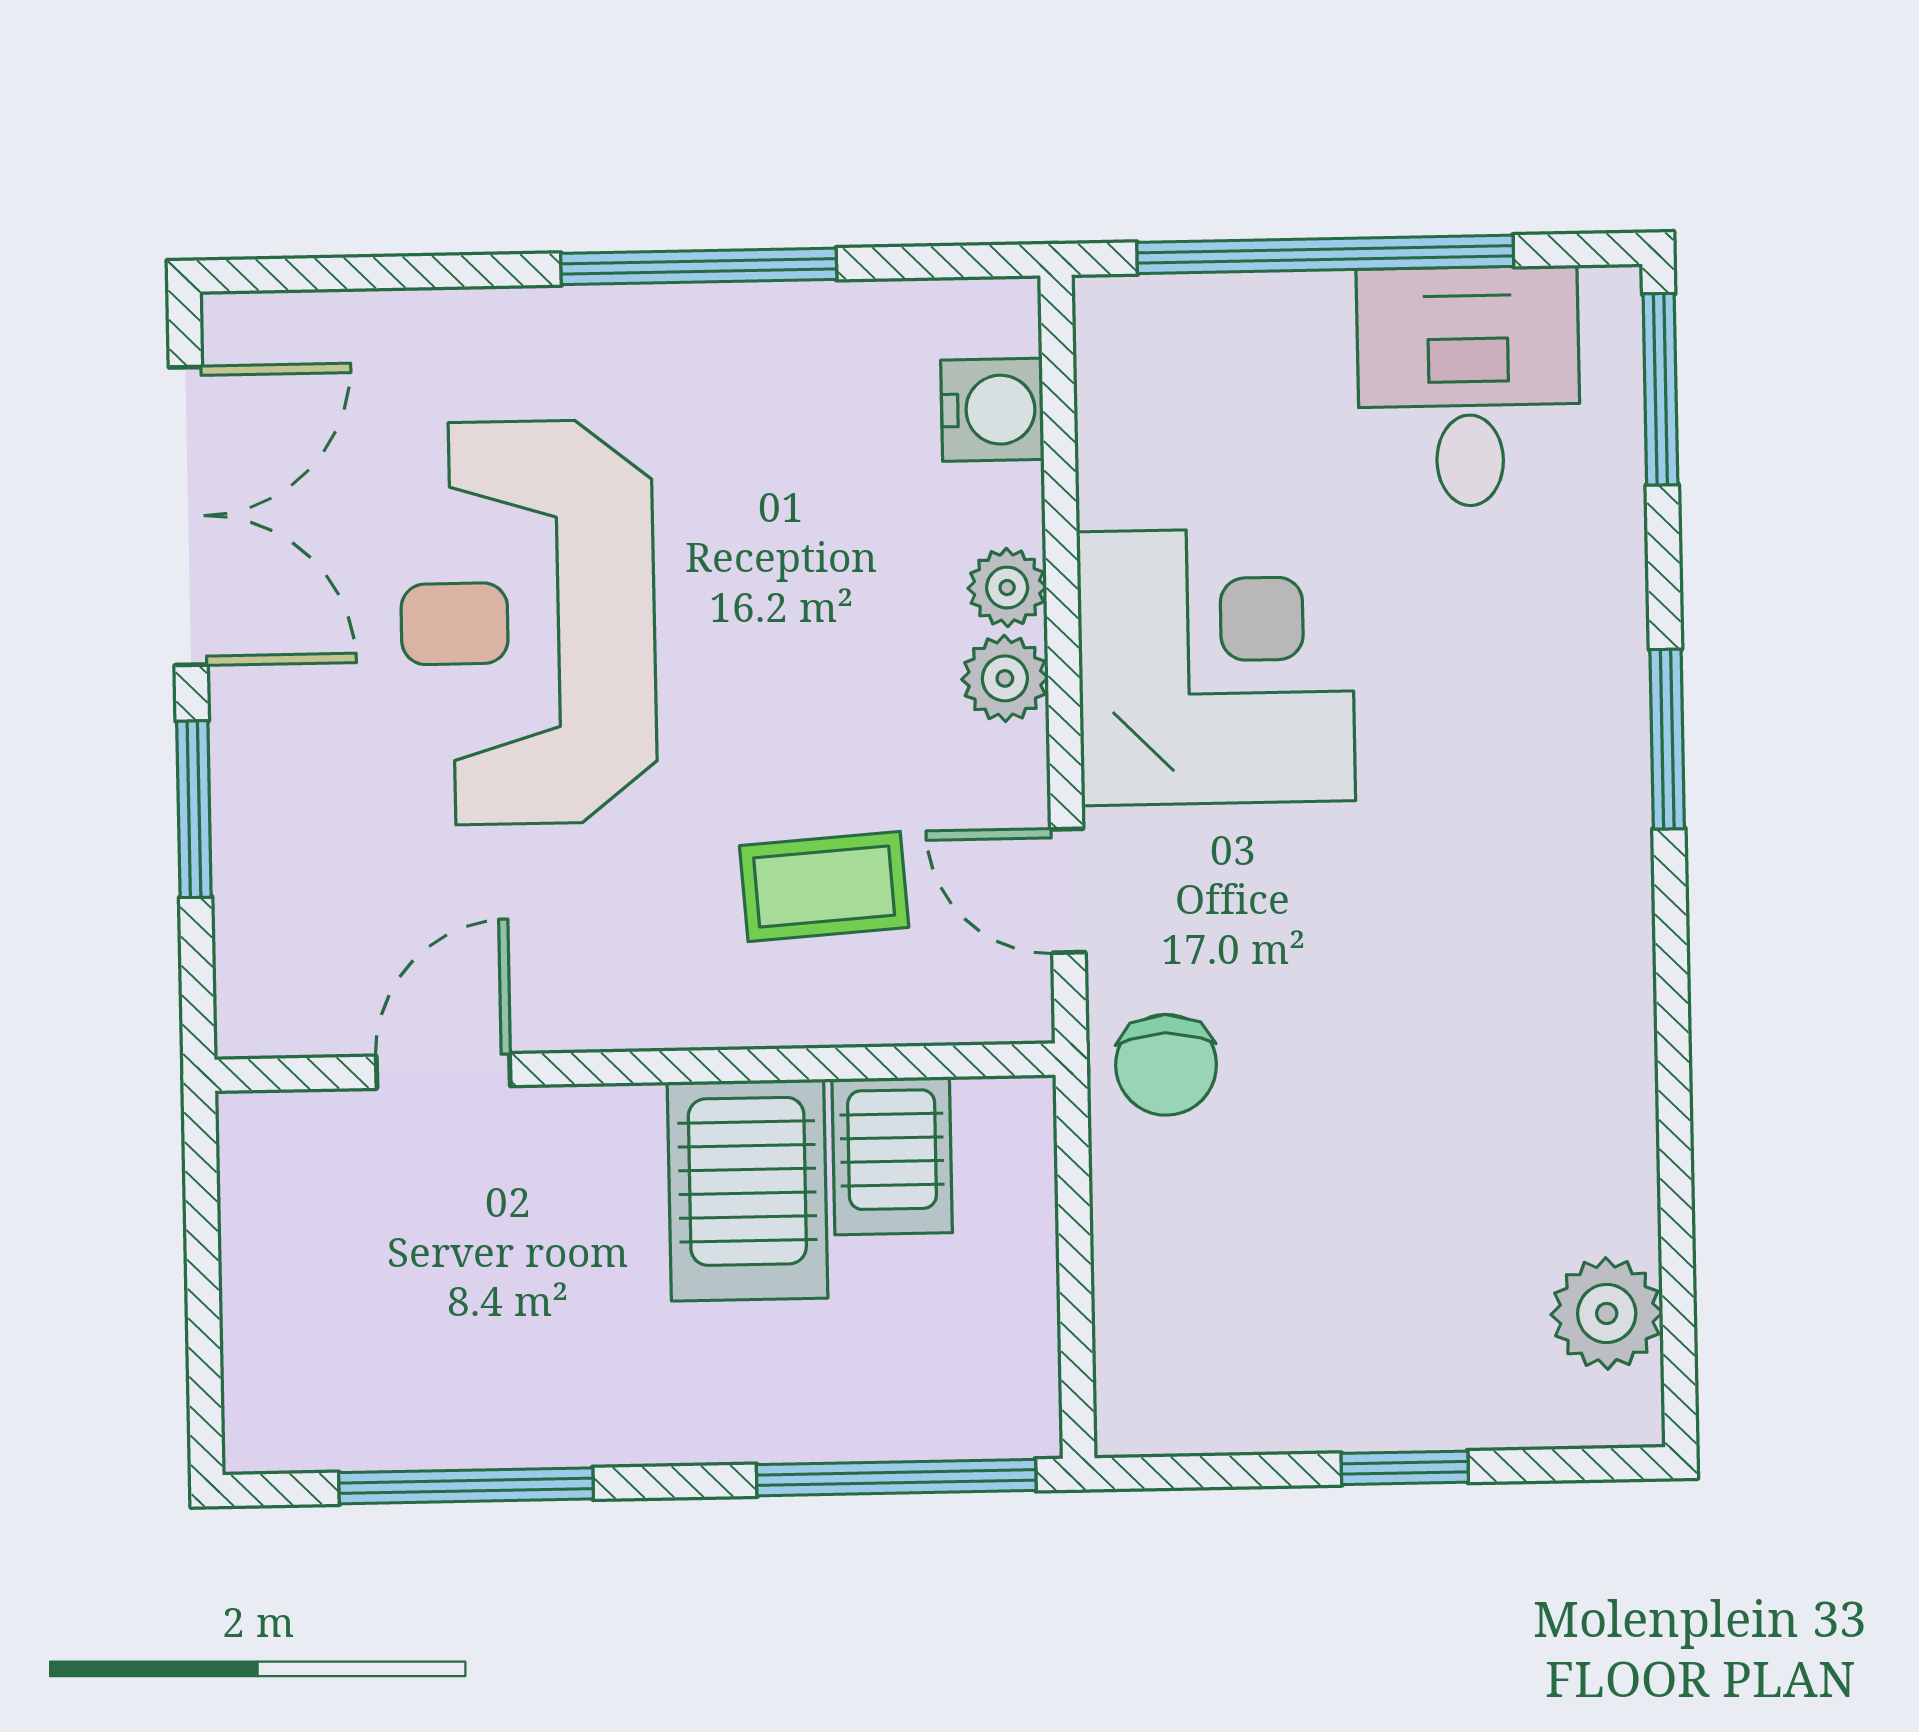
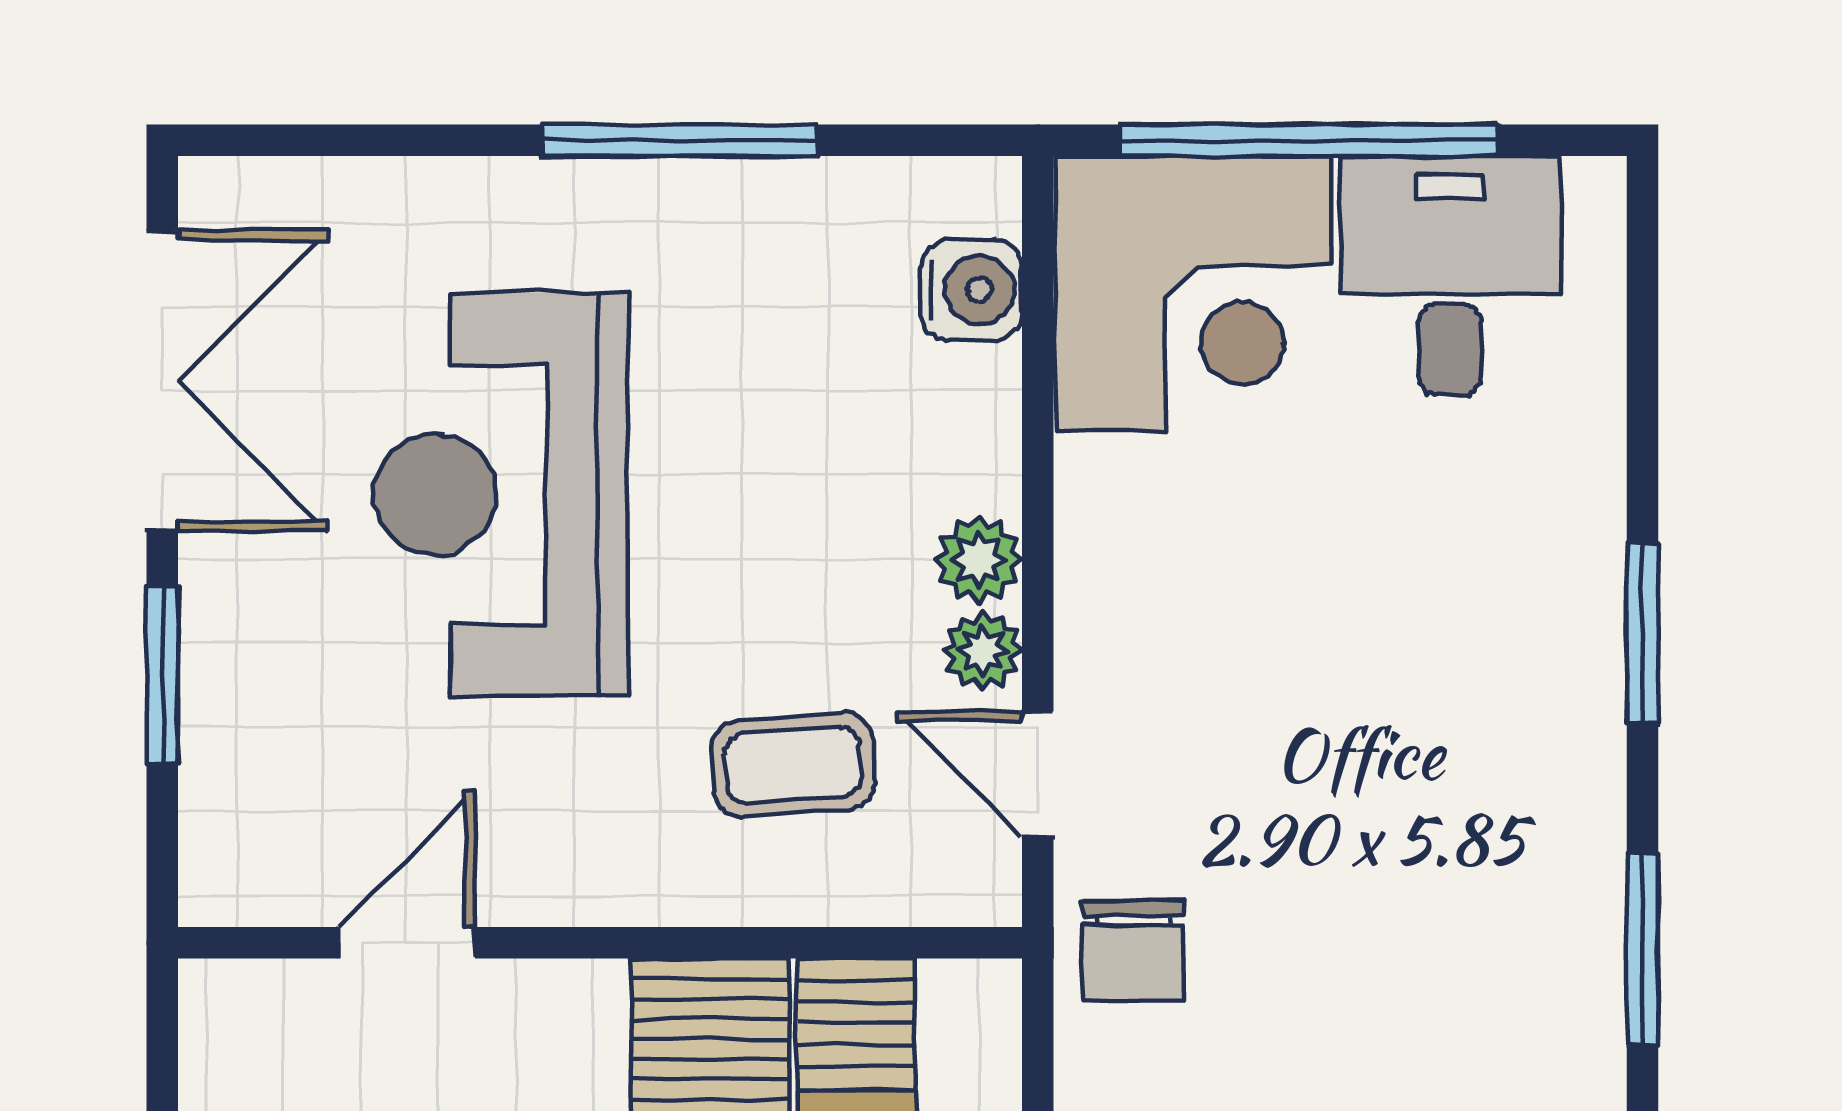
window: (1660, 389) -> (1642, 950), moved
plant: (1007, 588) -> (983, 651), moved
corner desk: (1216, 666) -> (1193, 293), moved, turned 90

